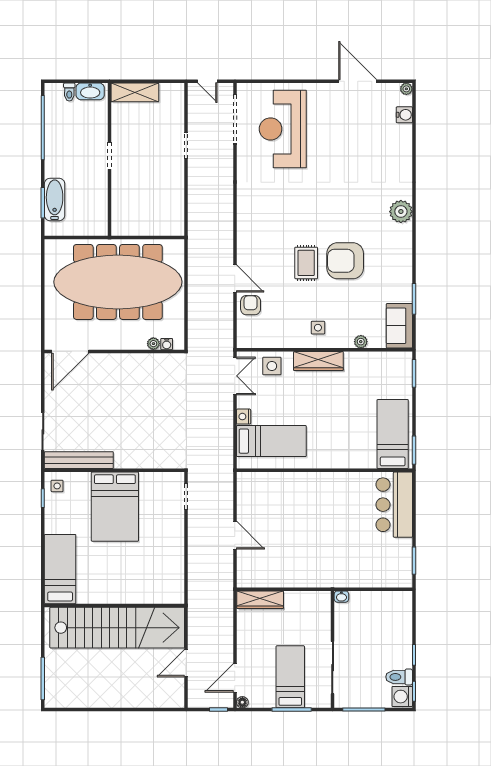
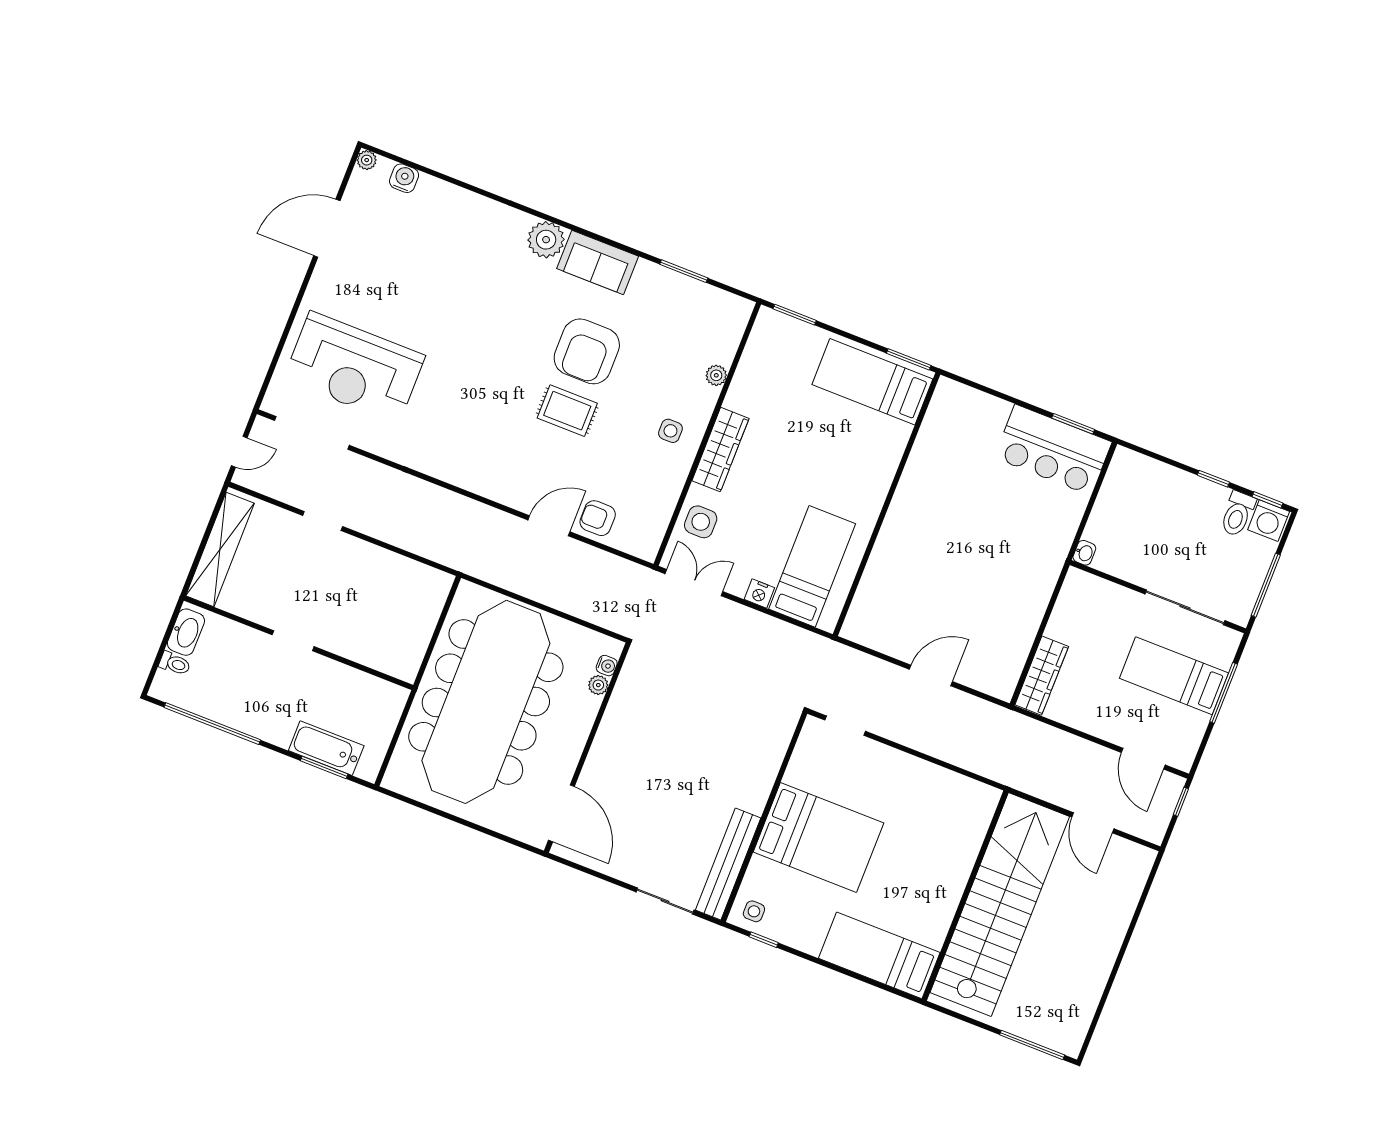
shelving: (135, 92) -> (220, 549), width x1.47
sofa: (399, 326) -> (598, 262), moved
bar counter: (394, 505) -> (1053, 450), moved
floor lamp: (242, 702) -> (1184, 762), removed

